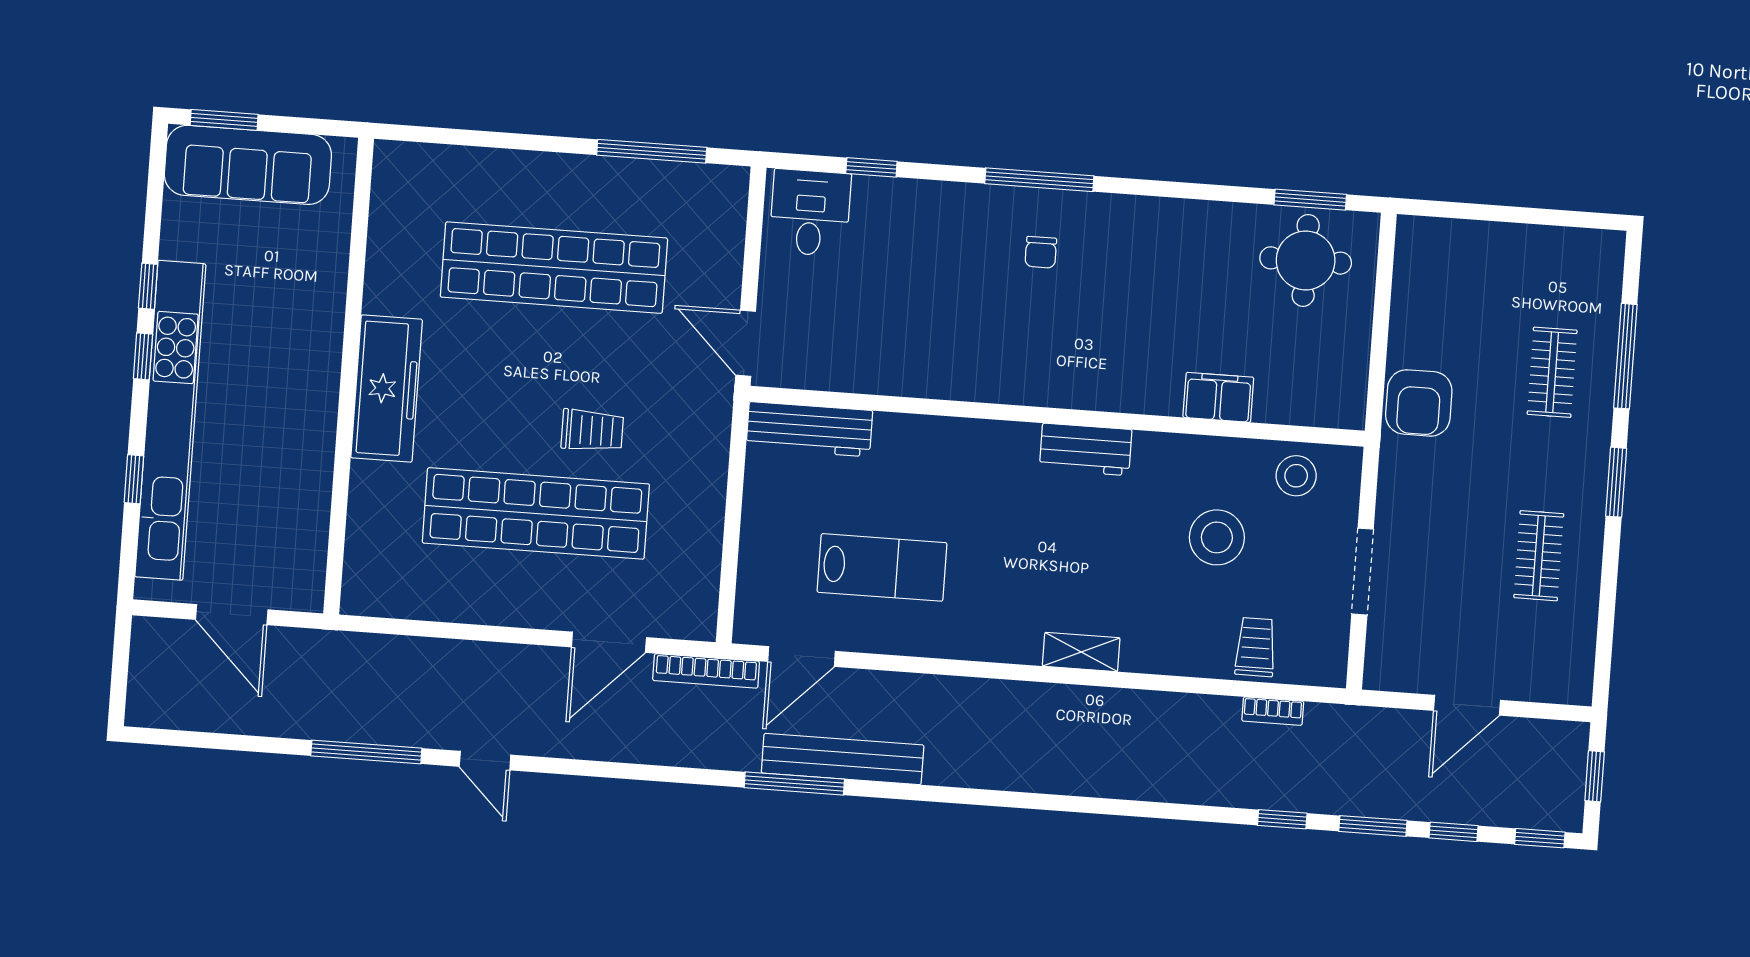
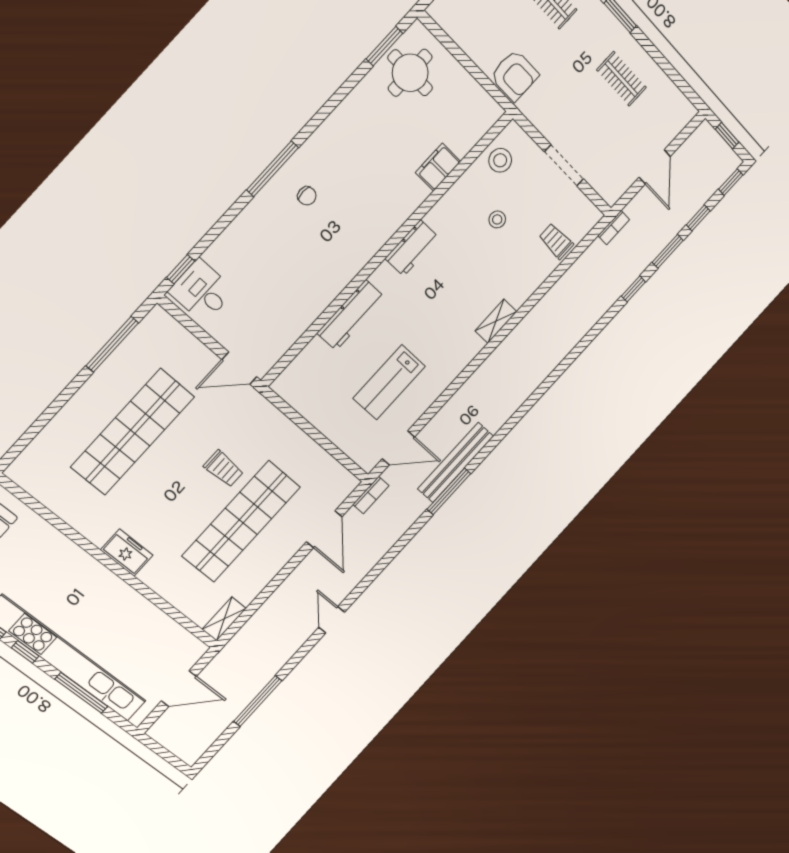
window: (871, 167) -> (181, 269), moved
freezer: (387, 389) -> (127, 553), width x0.52, depth x0.79
workbench: (809, 429) -> (351, 315), moved
trolley: (592, 430) -> (224, 469), turned 90
window: (134, 479) -> (81, 693), width x2.17
stool: (1217, 537) -> (497, 219), width x0.53, depth x0.53
lab bench: (882, 567) -> (389, 382), turned 180
shelving: (379, 600) -> (224, 619), added
door: (801, 656) -> (398, 448), hinge flipped
bookcase: (706, 671) -> (371, 495), width x0.64
bookcase: (1273, 711) -> (614, 228), moved
window: (366, 752) -> (258, 701), moved
door: (485, 761) -> (332, 620), swing flipped

